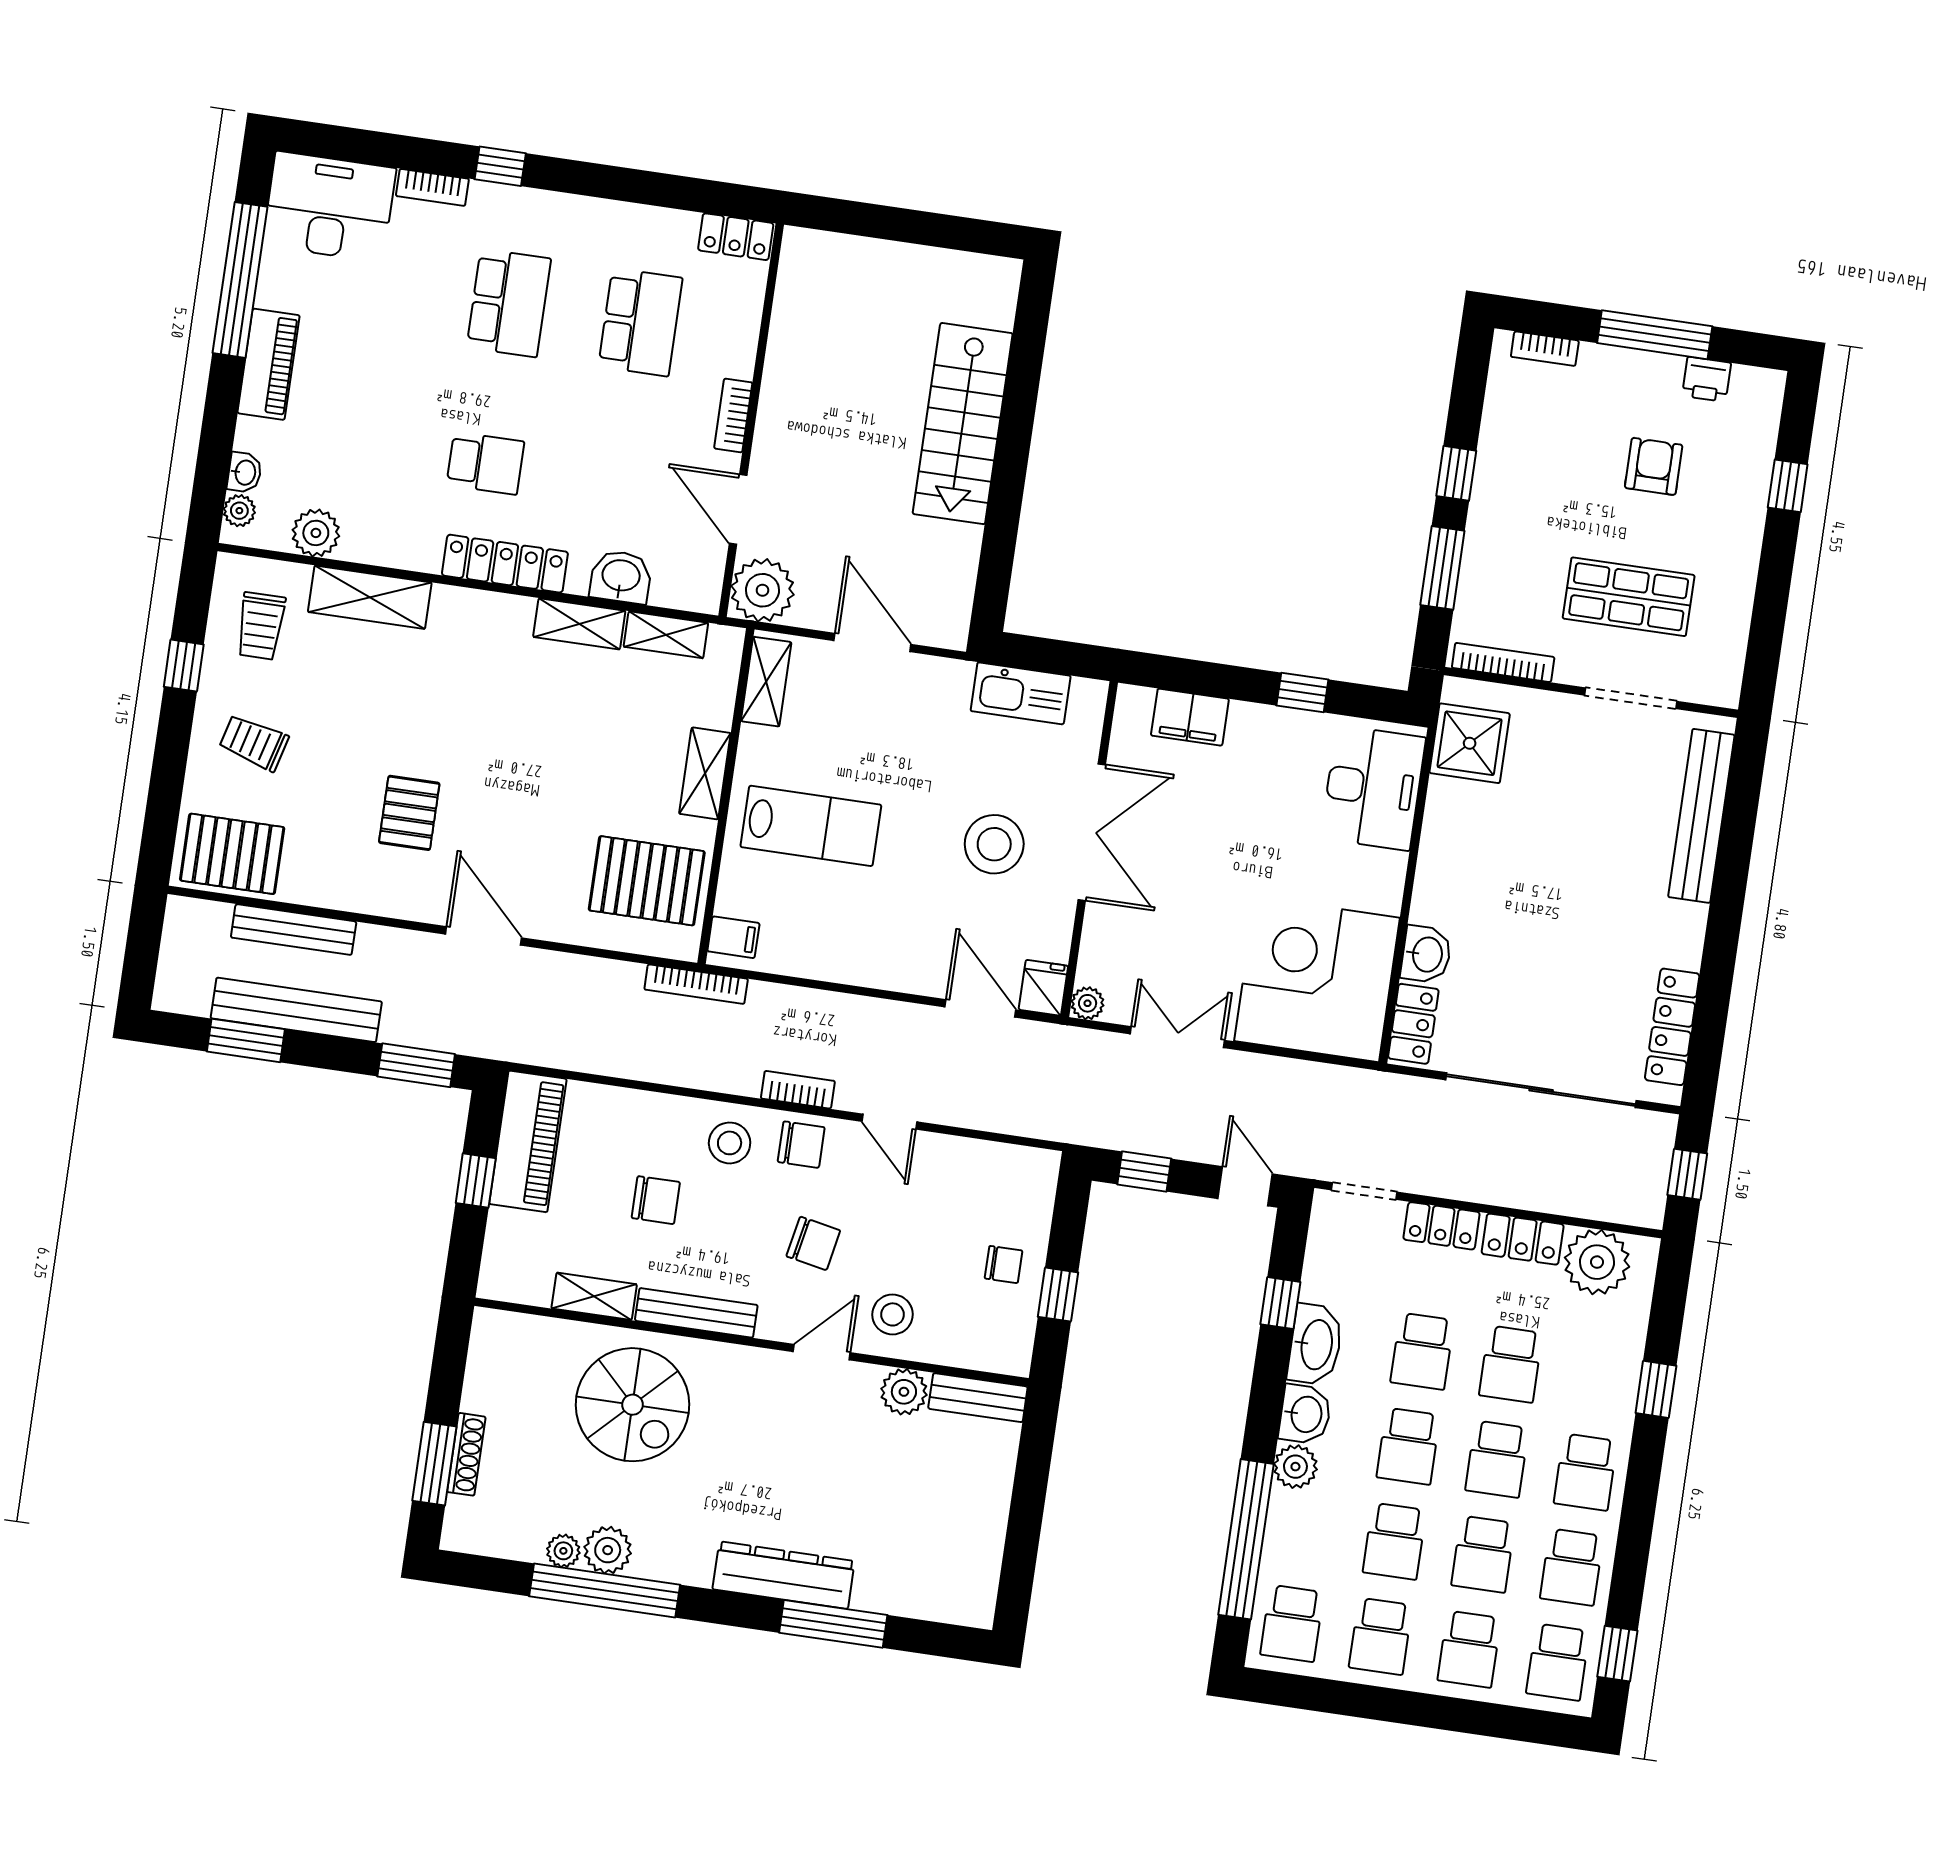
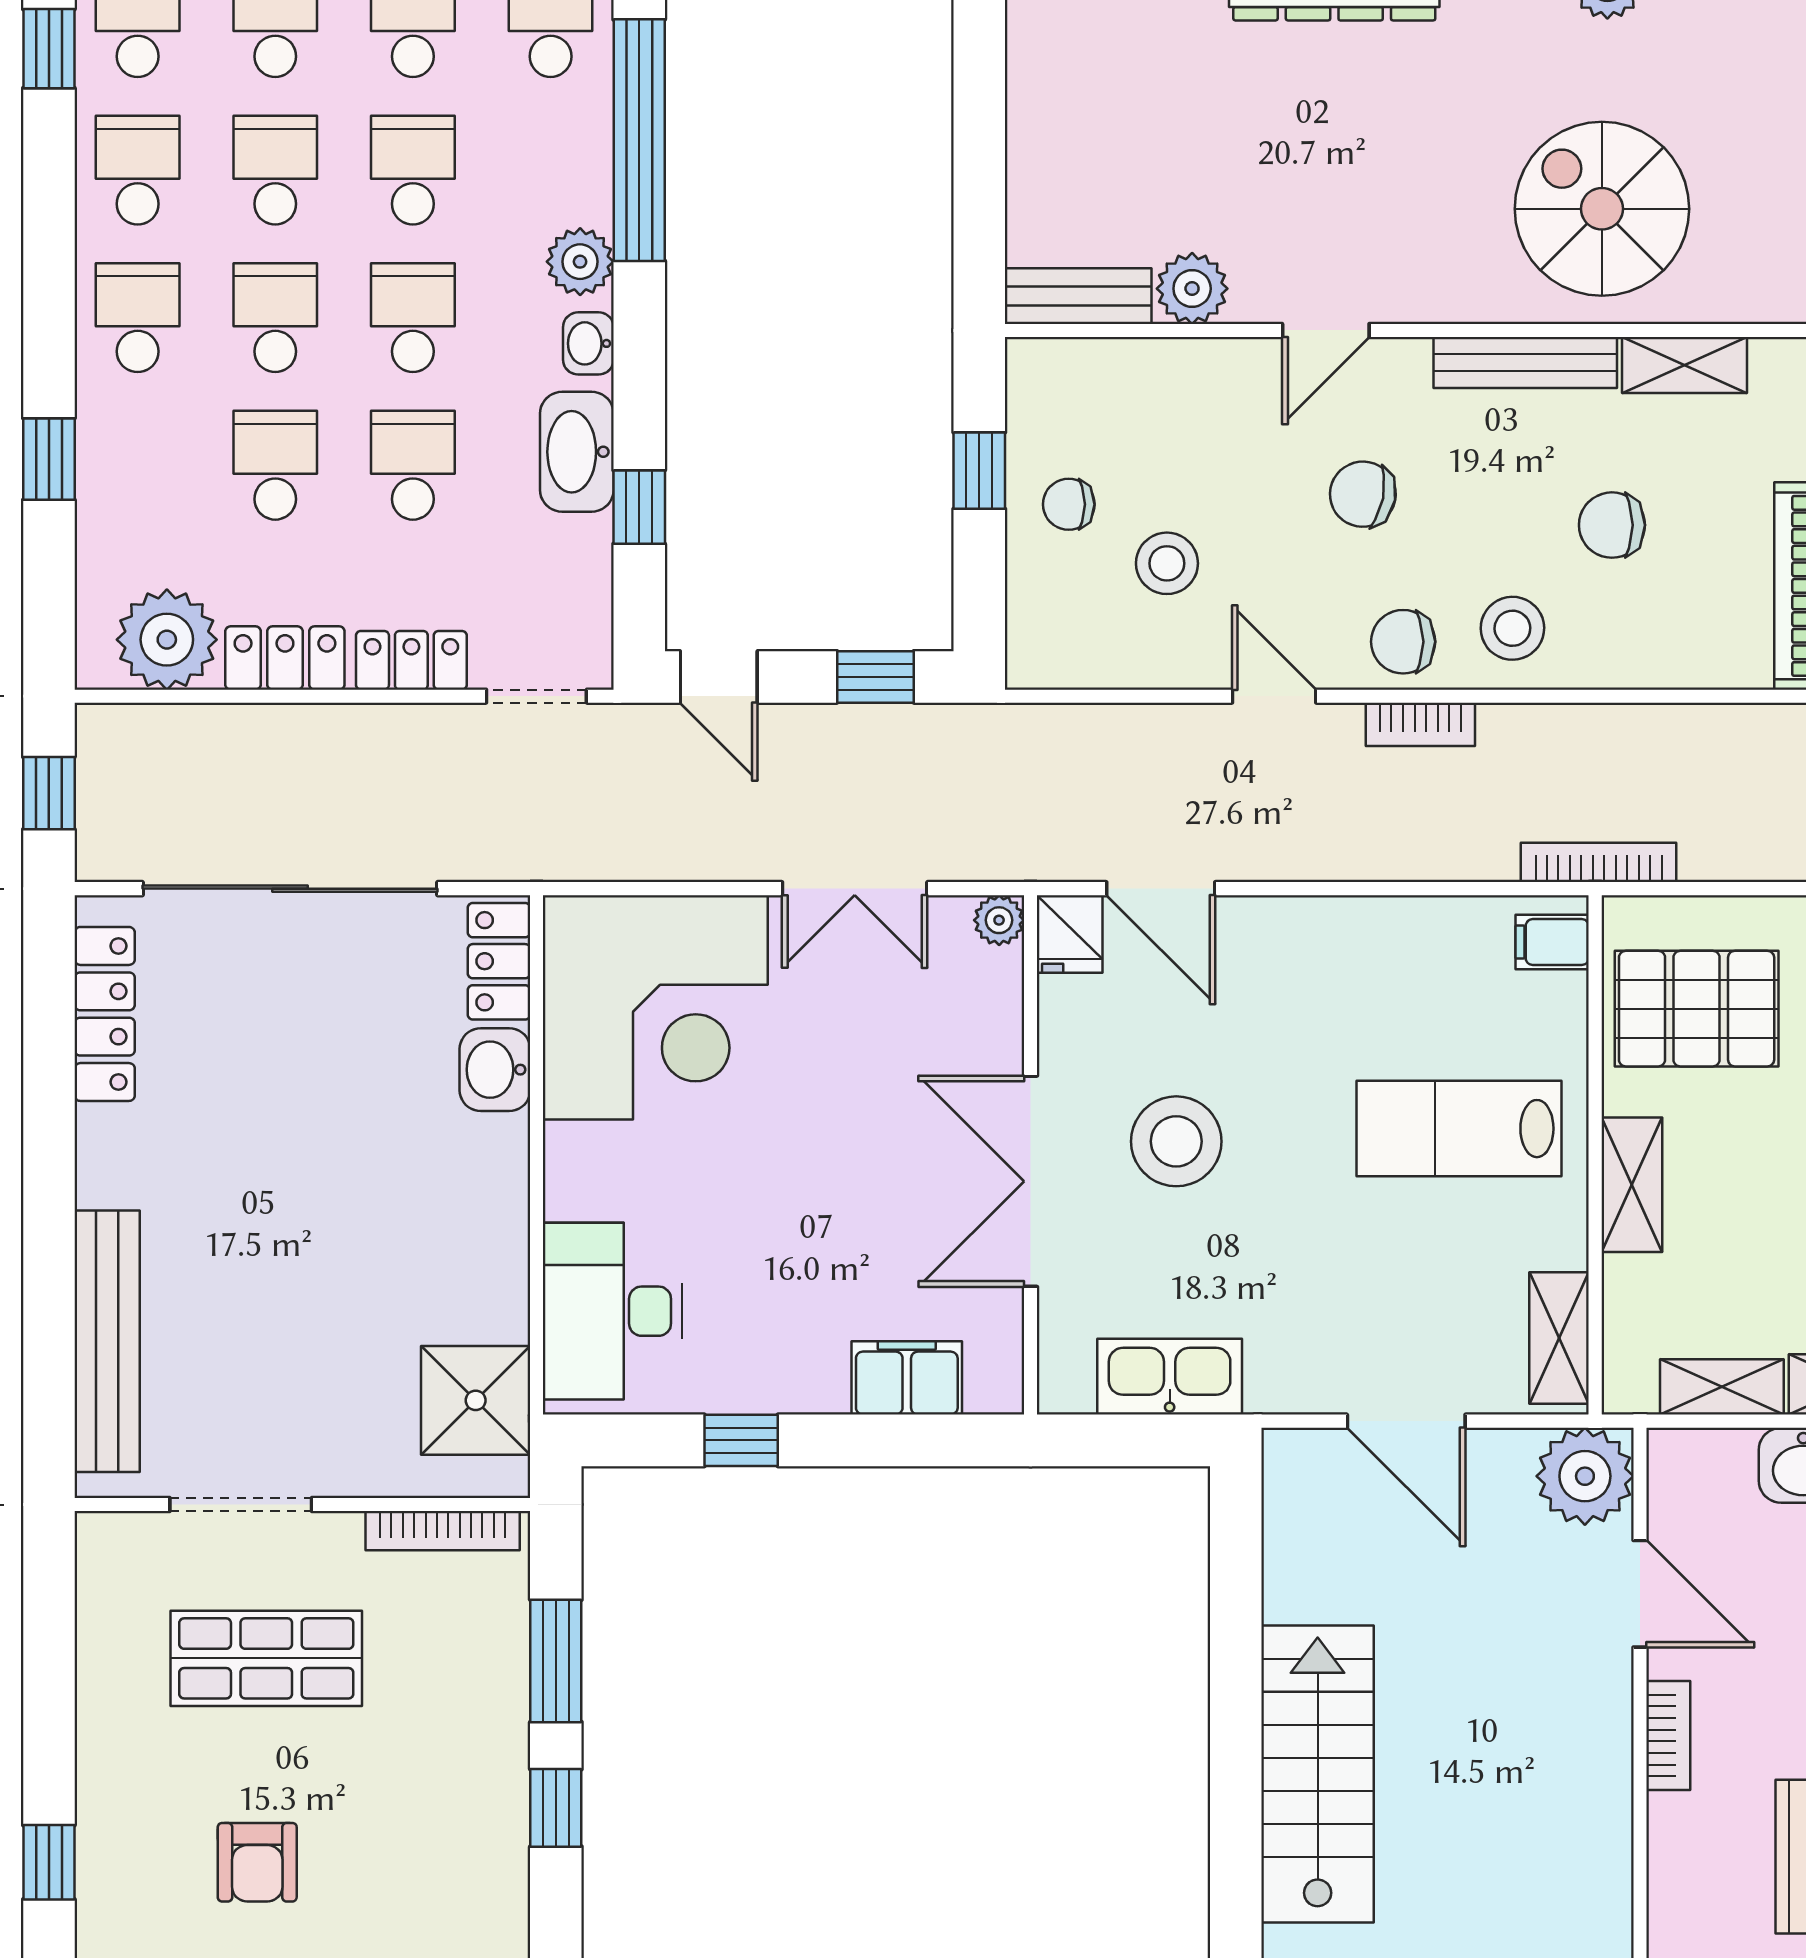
stool: (893, 1314) -> (1167, 563), moved
washbasin: (1305, 1414) -> (588, 343), width x0.72, depth x0.69

